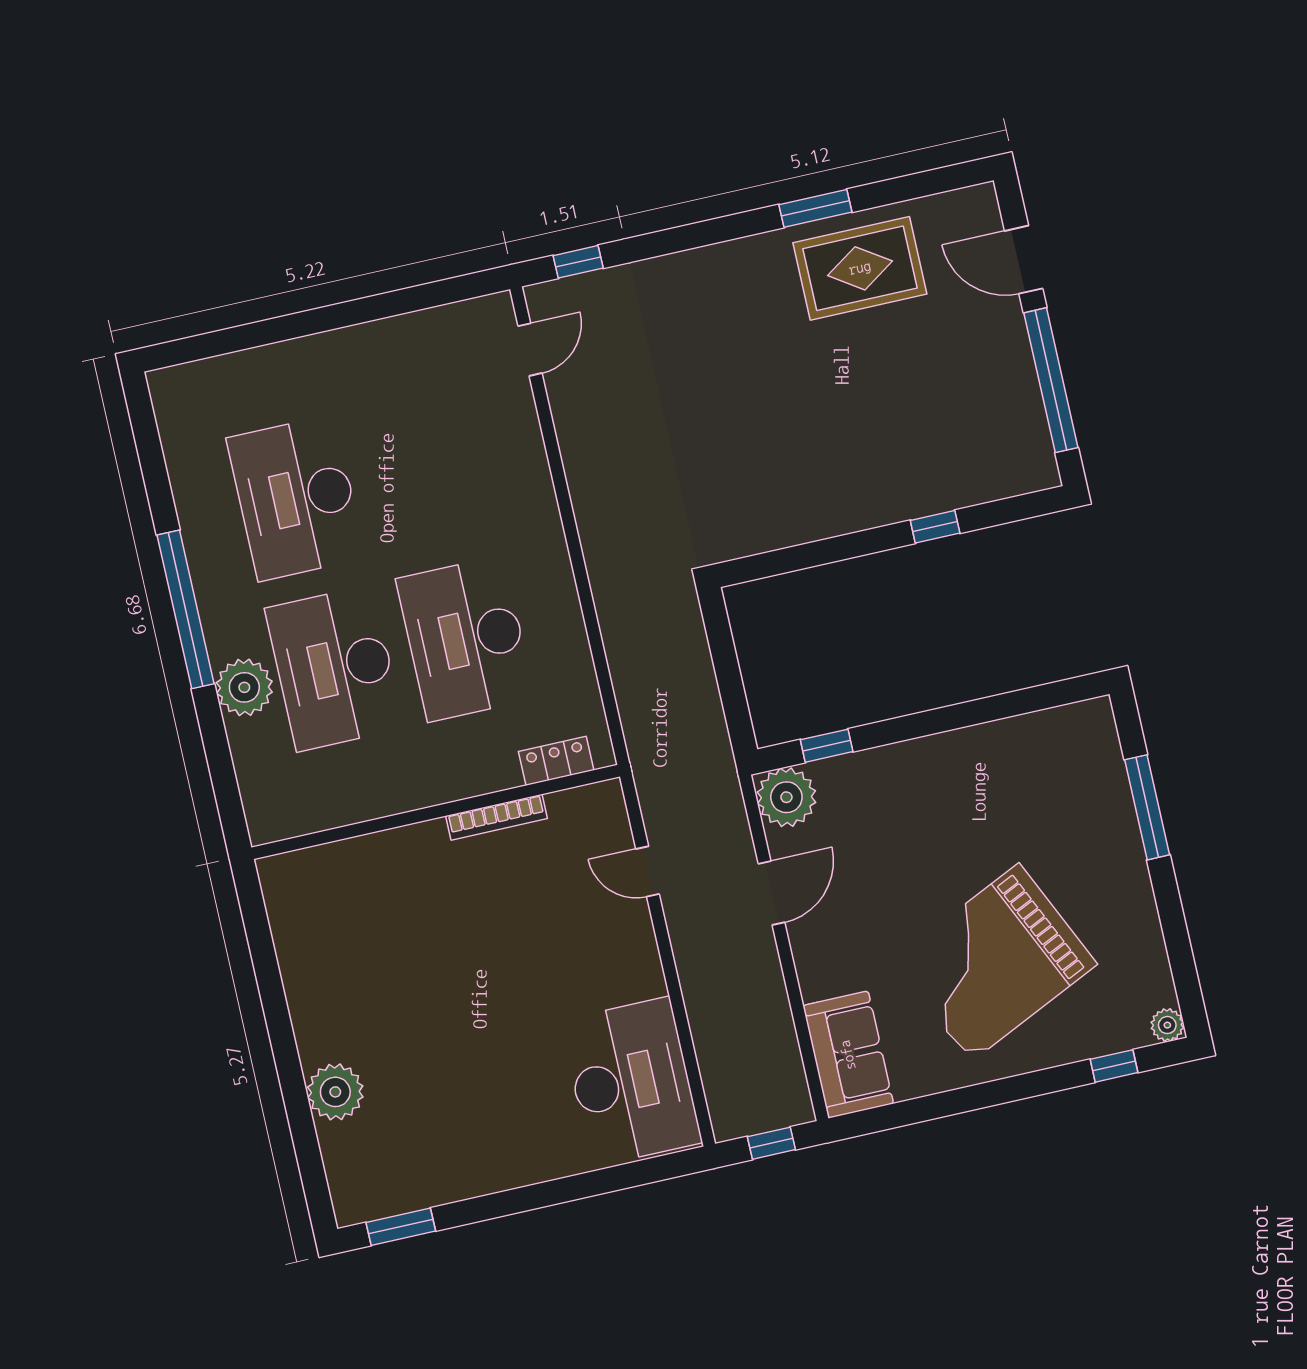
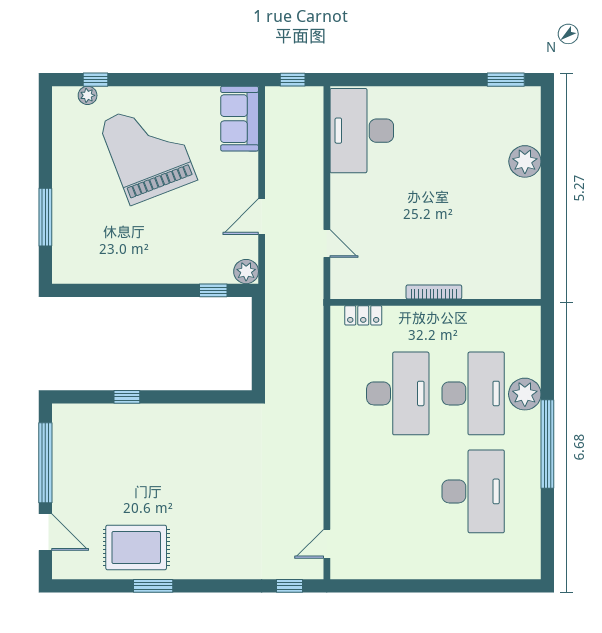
plant: (786, 797) -> (246, 272), width x0.73, depth x0.73
bookcase: (497, 817) -> (434, 292), moved
grand piano: (995, 962) -> (148, 151), turned -86
plant: (1167, 1025) -> (88, 95), moved

